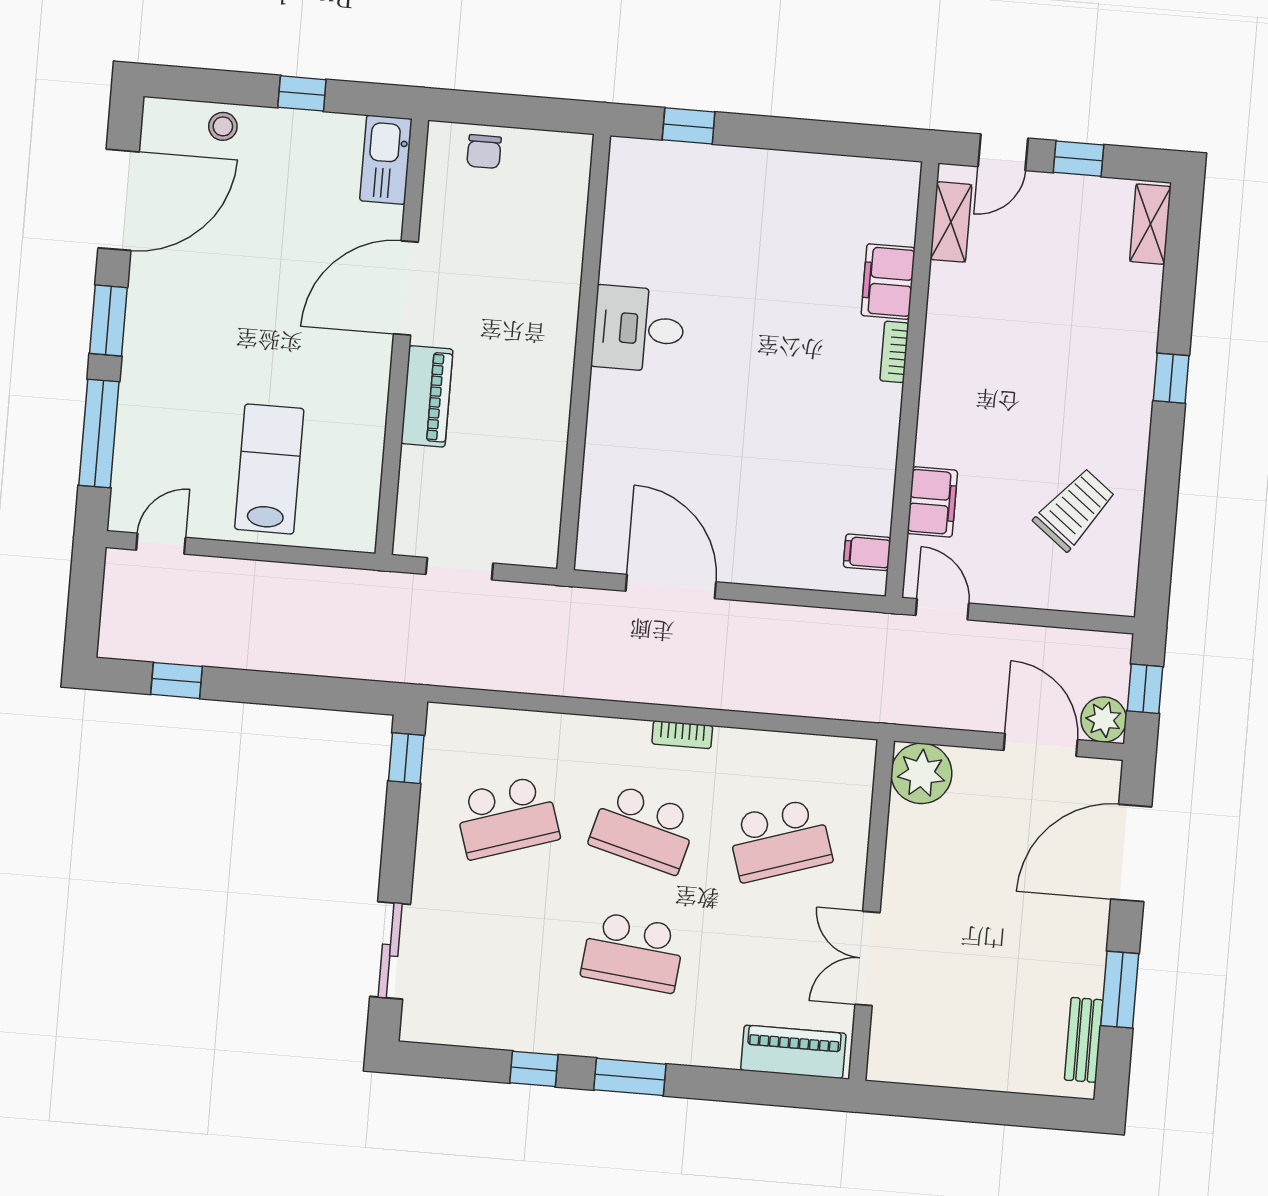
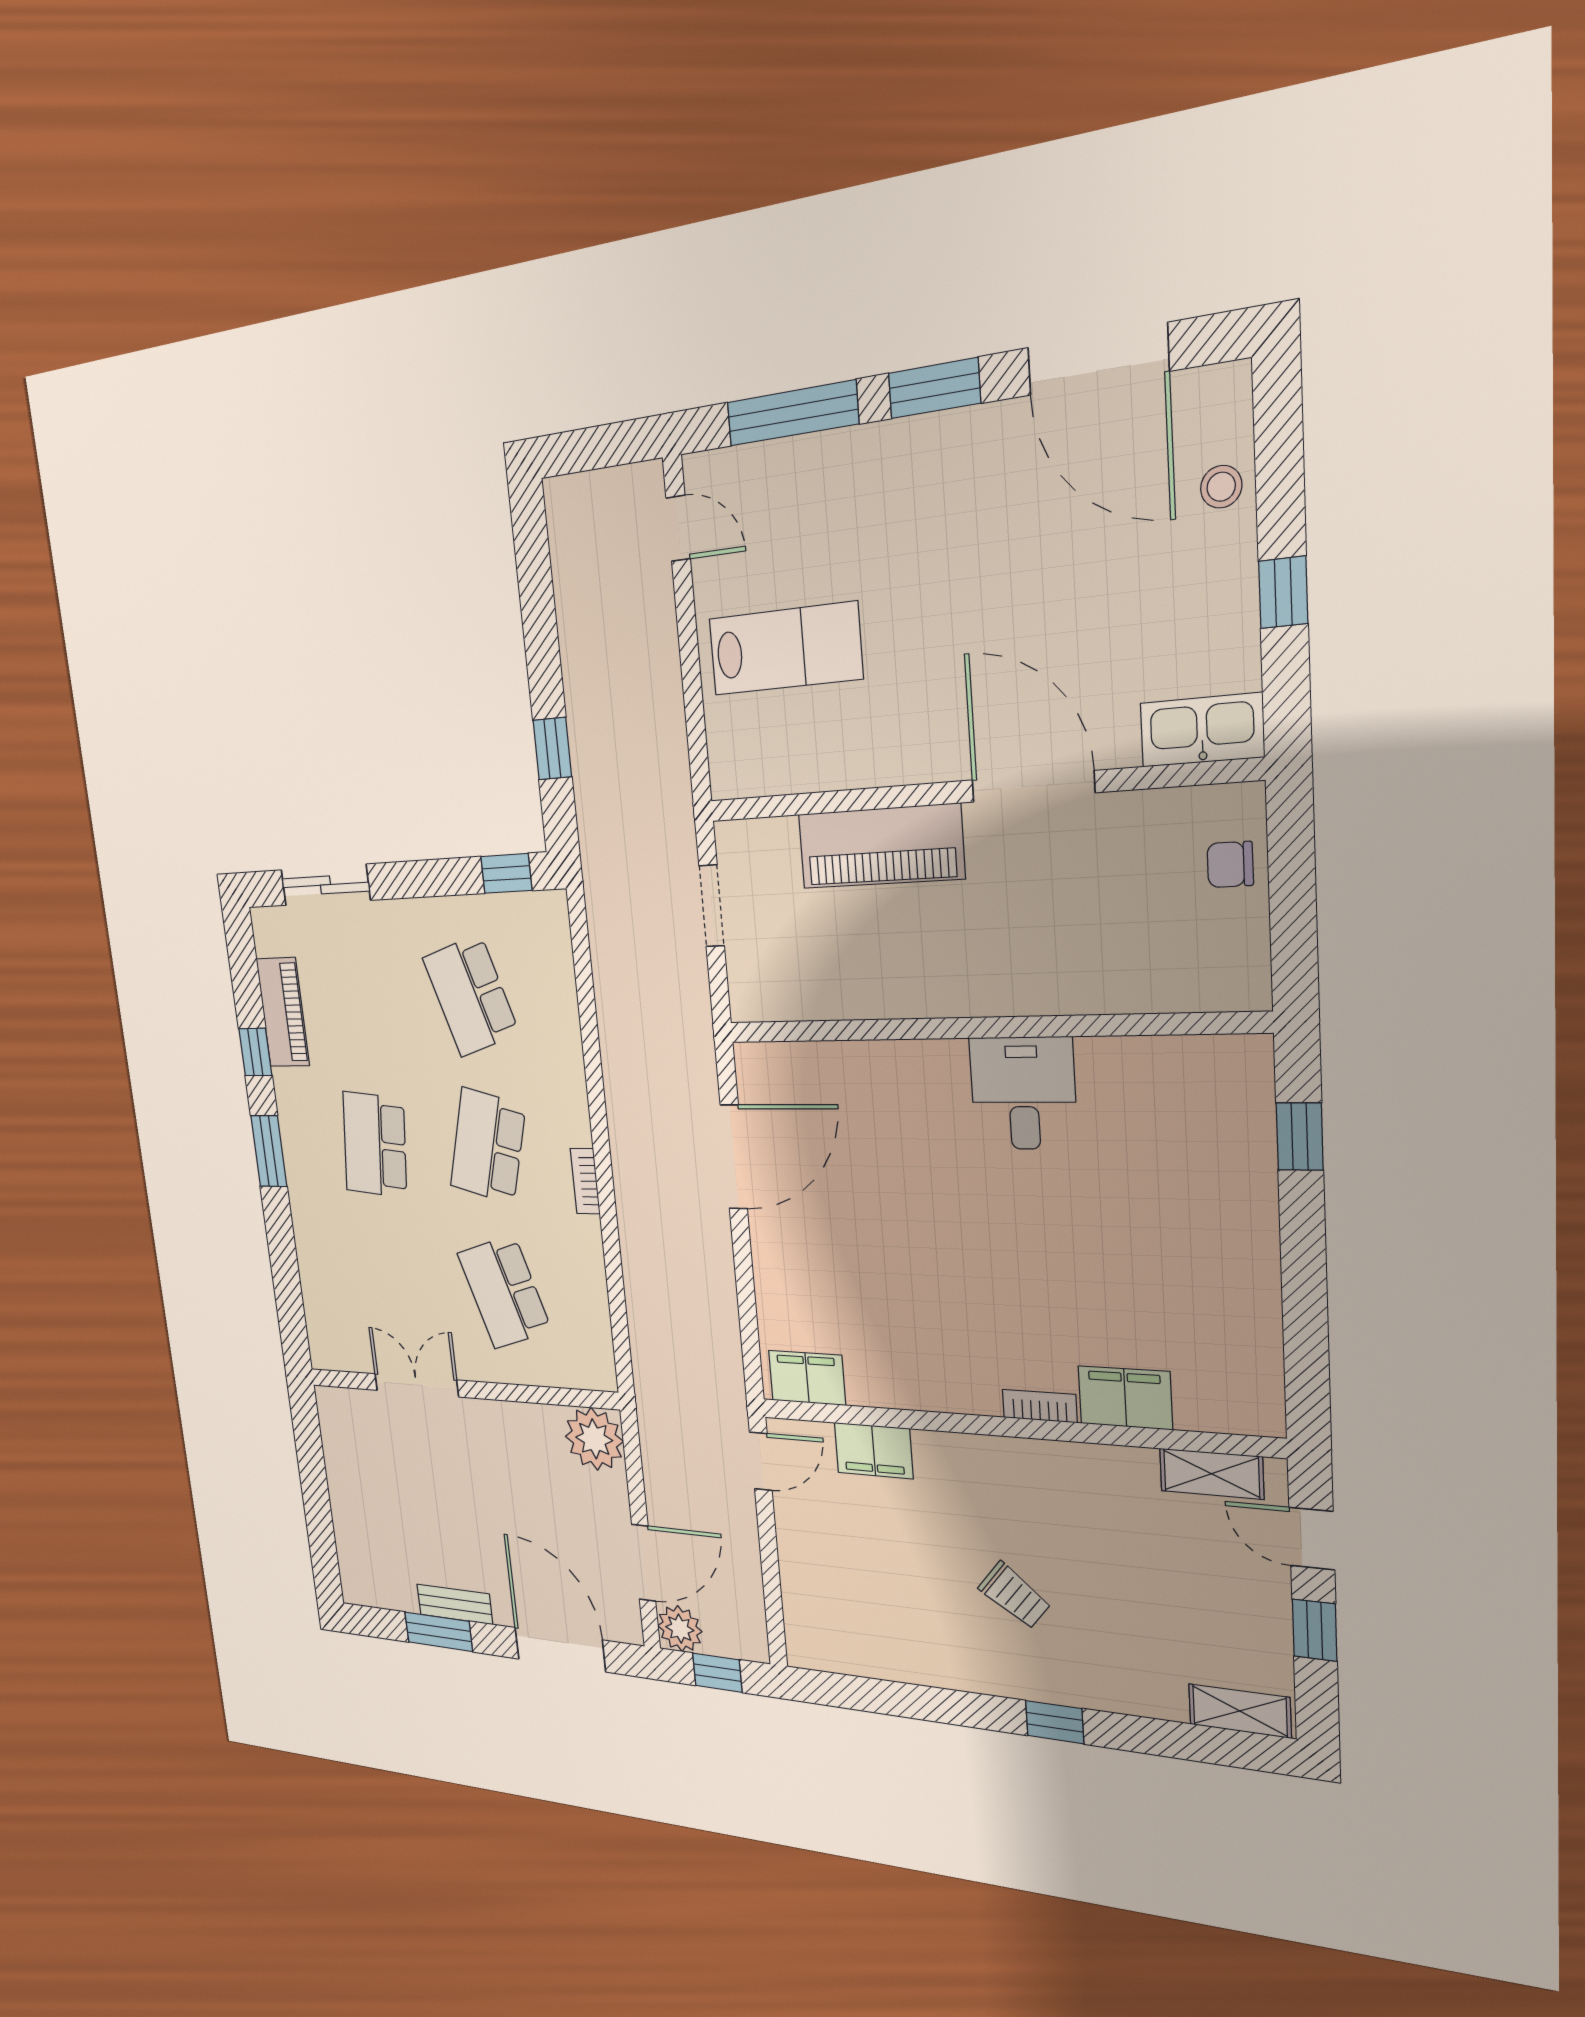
piano: (427, 396) -> (881, 846), width x1.37, depth x1.33
trolley: (1075, 509) -> (1015, 1595), moved, width x0.73, depth x0.72
filing cabinet: (867, 552) -> (807, 1378), width x2.00
window: (177, 680) -> (552, 749), moved
bench: (1084, 1040) -> (455, 1604), moved
piano: (793, 1052) -> (283, 1012), moved

